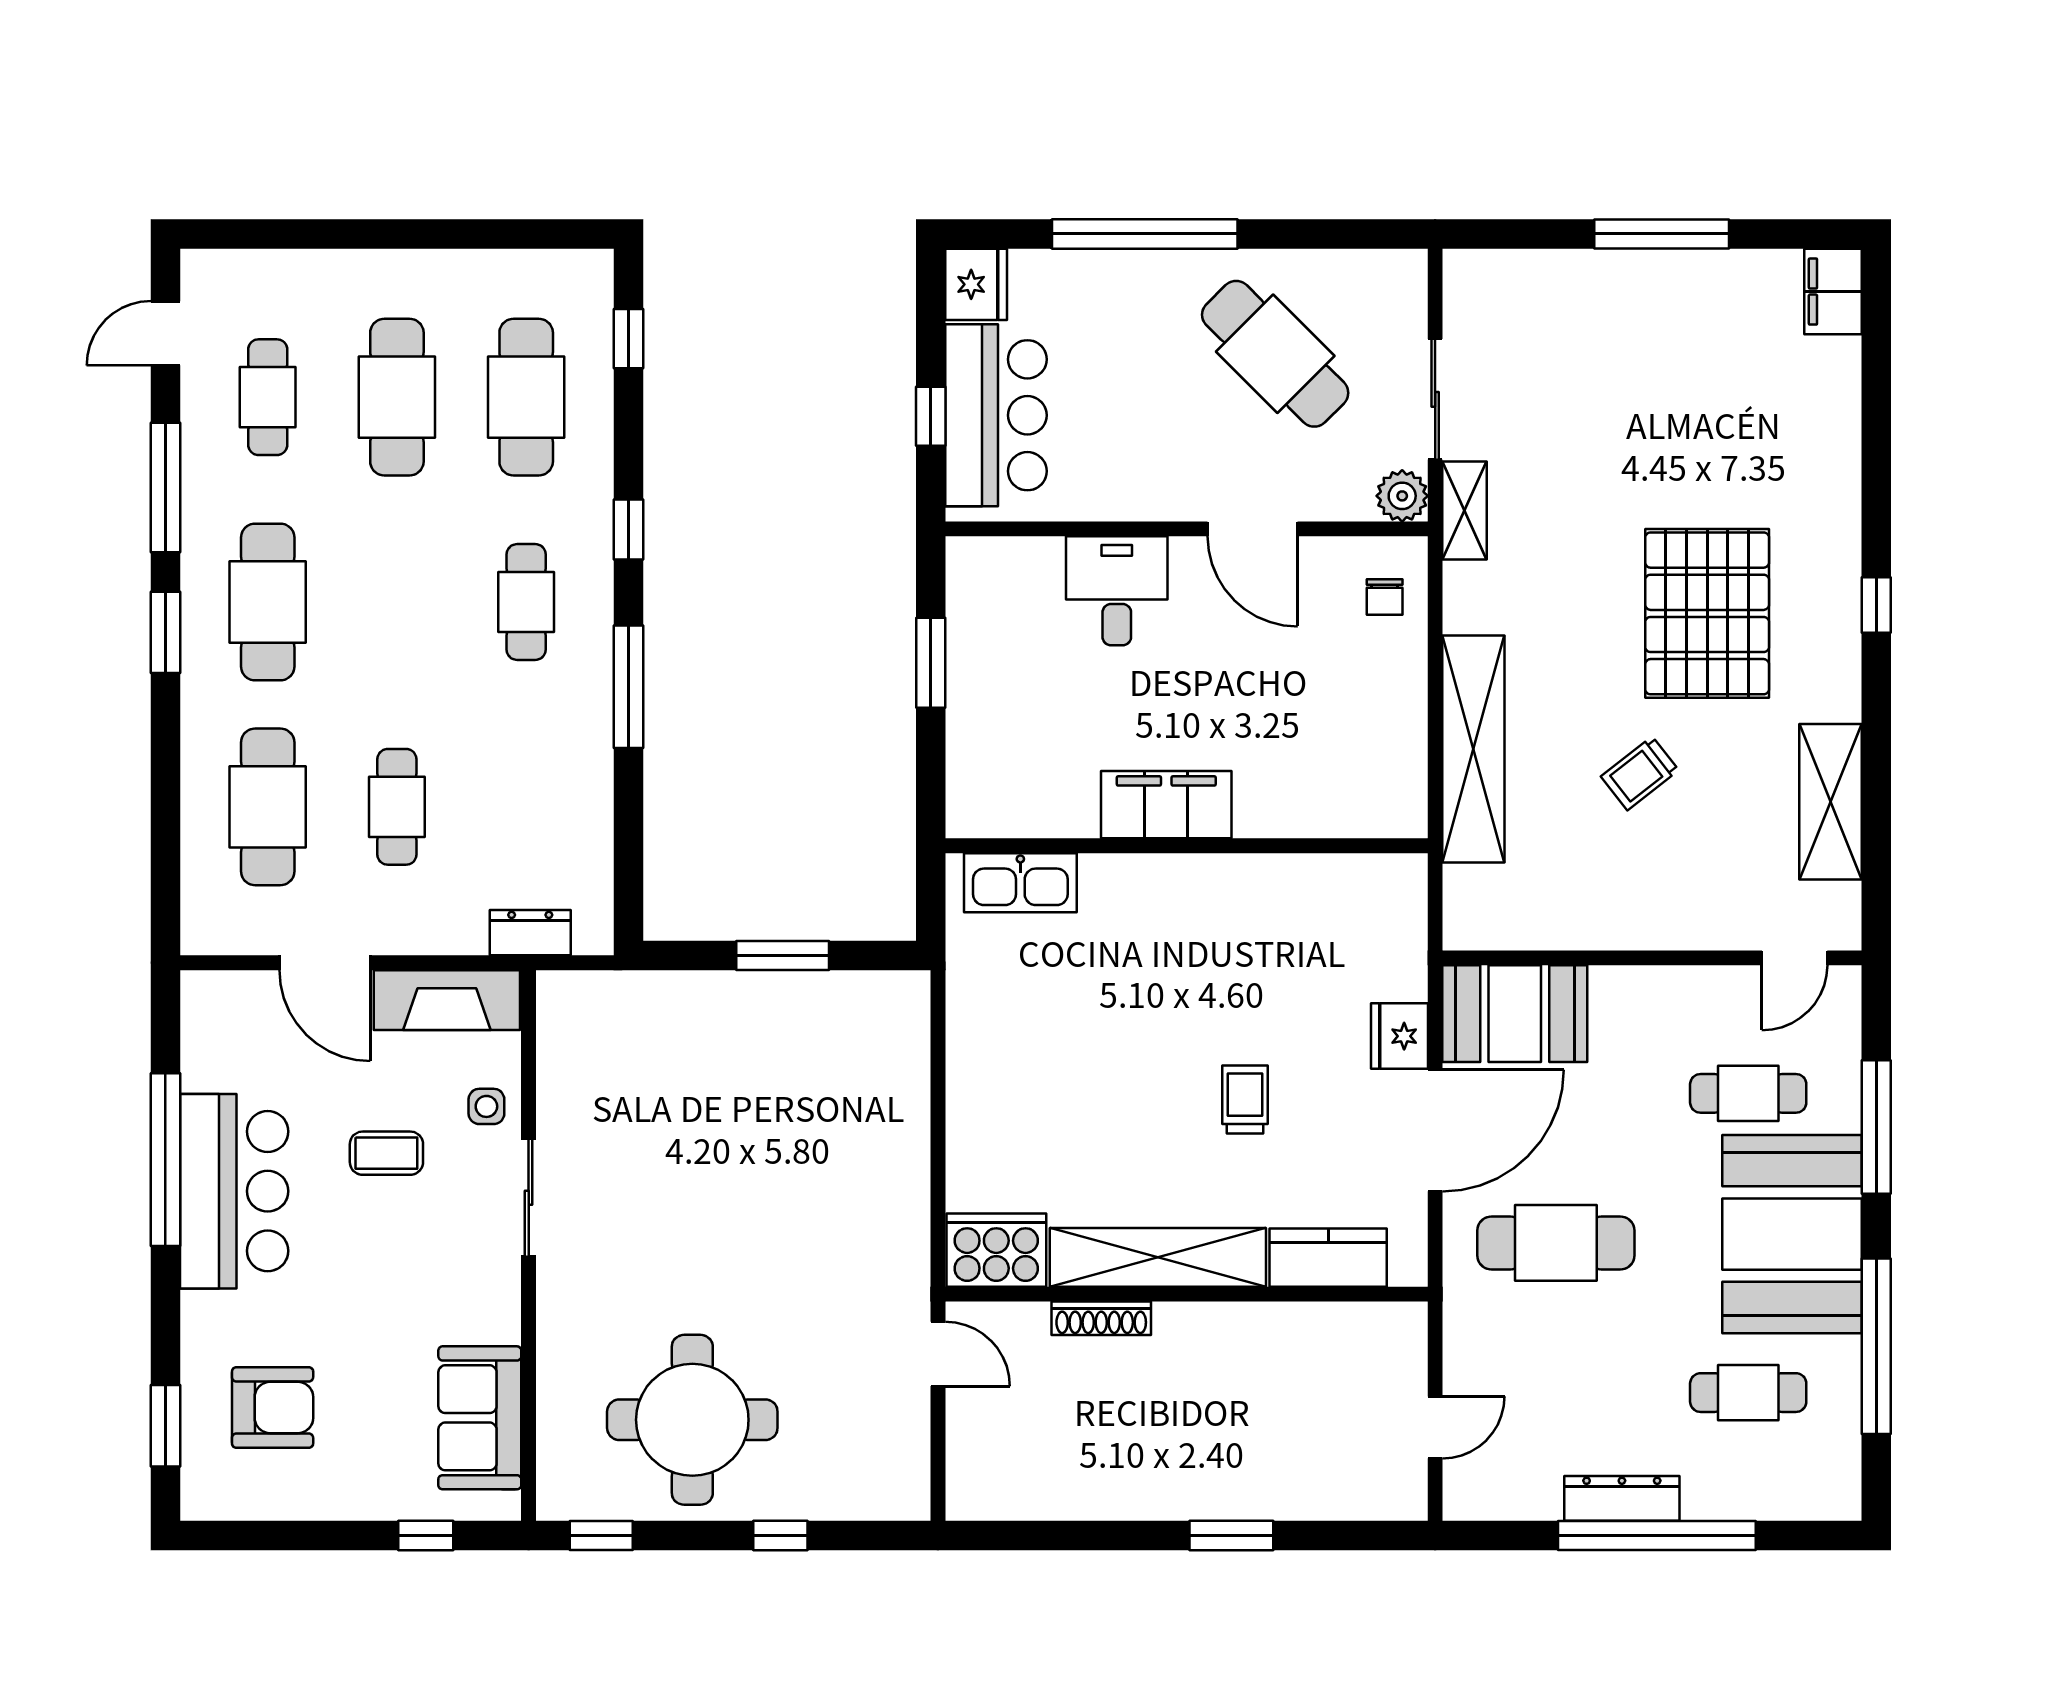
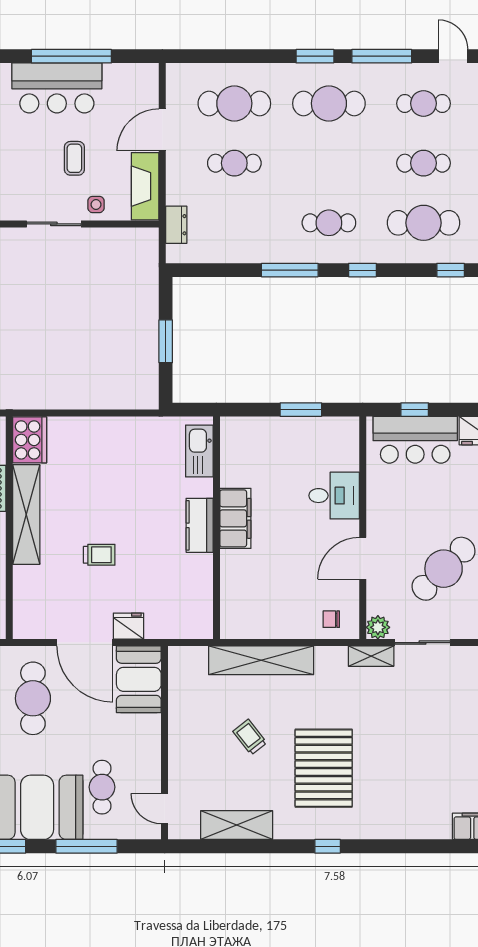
cafe table: (397, 397) -> (424, 163), width x0.73, depth x0.74
pallet: (1707, 613) -> (324, 768), turned 90
kitchen counter: (1328, 1258) -> (200, 525), moved, turned 180

